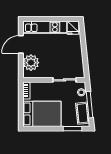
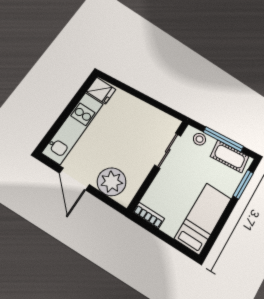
bed: (42, 114) -> (203, 218), width x0.67

